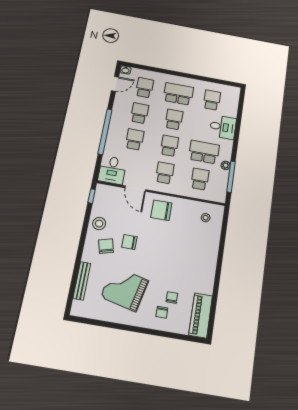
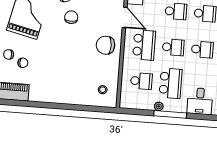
school desk: (165, 173) -> (144, 45), width x1.85
window: (231, 177) -> (170, 114), moved
door: (135, 189) -> (125, 17), swing flipped
chair: (161, 210) -> (106, 45), turned -90

